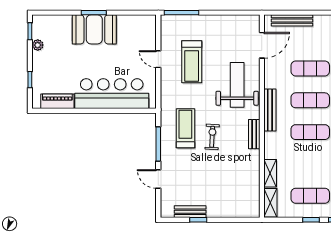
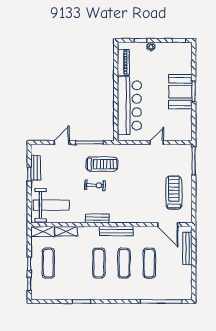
plant: (38, 45) -> (151, 47), moved
treadmill: (192, 62) -> (174, 192), moved, turned 90
weight bench: (237, 85) -> (51, 205), moved

